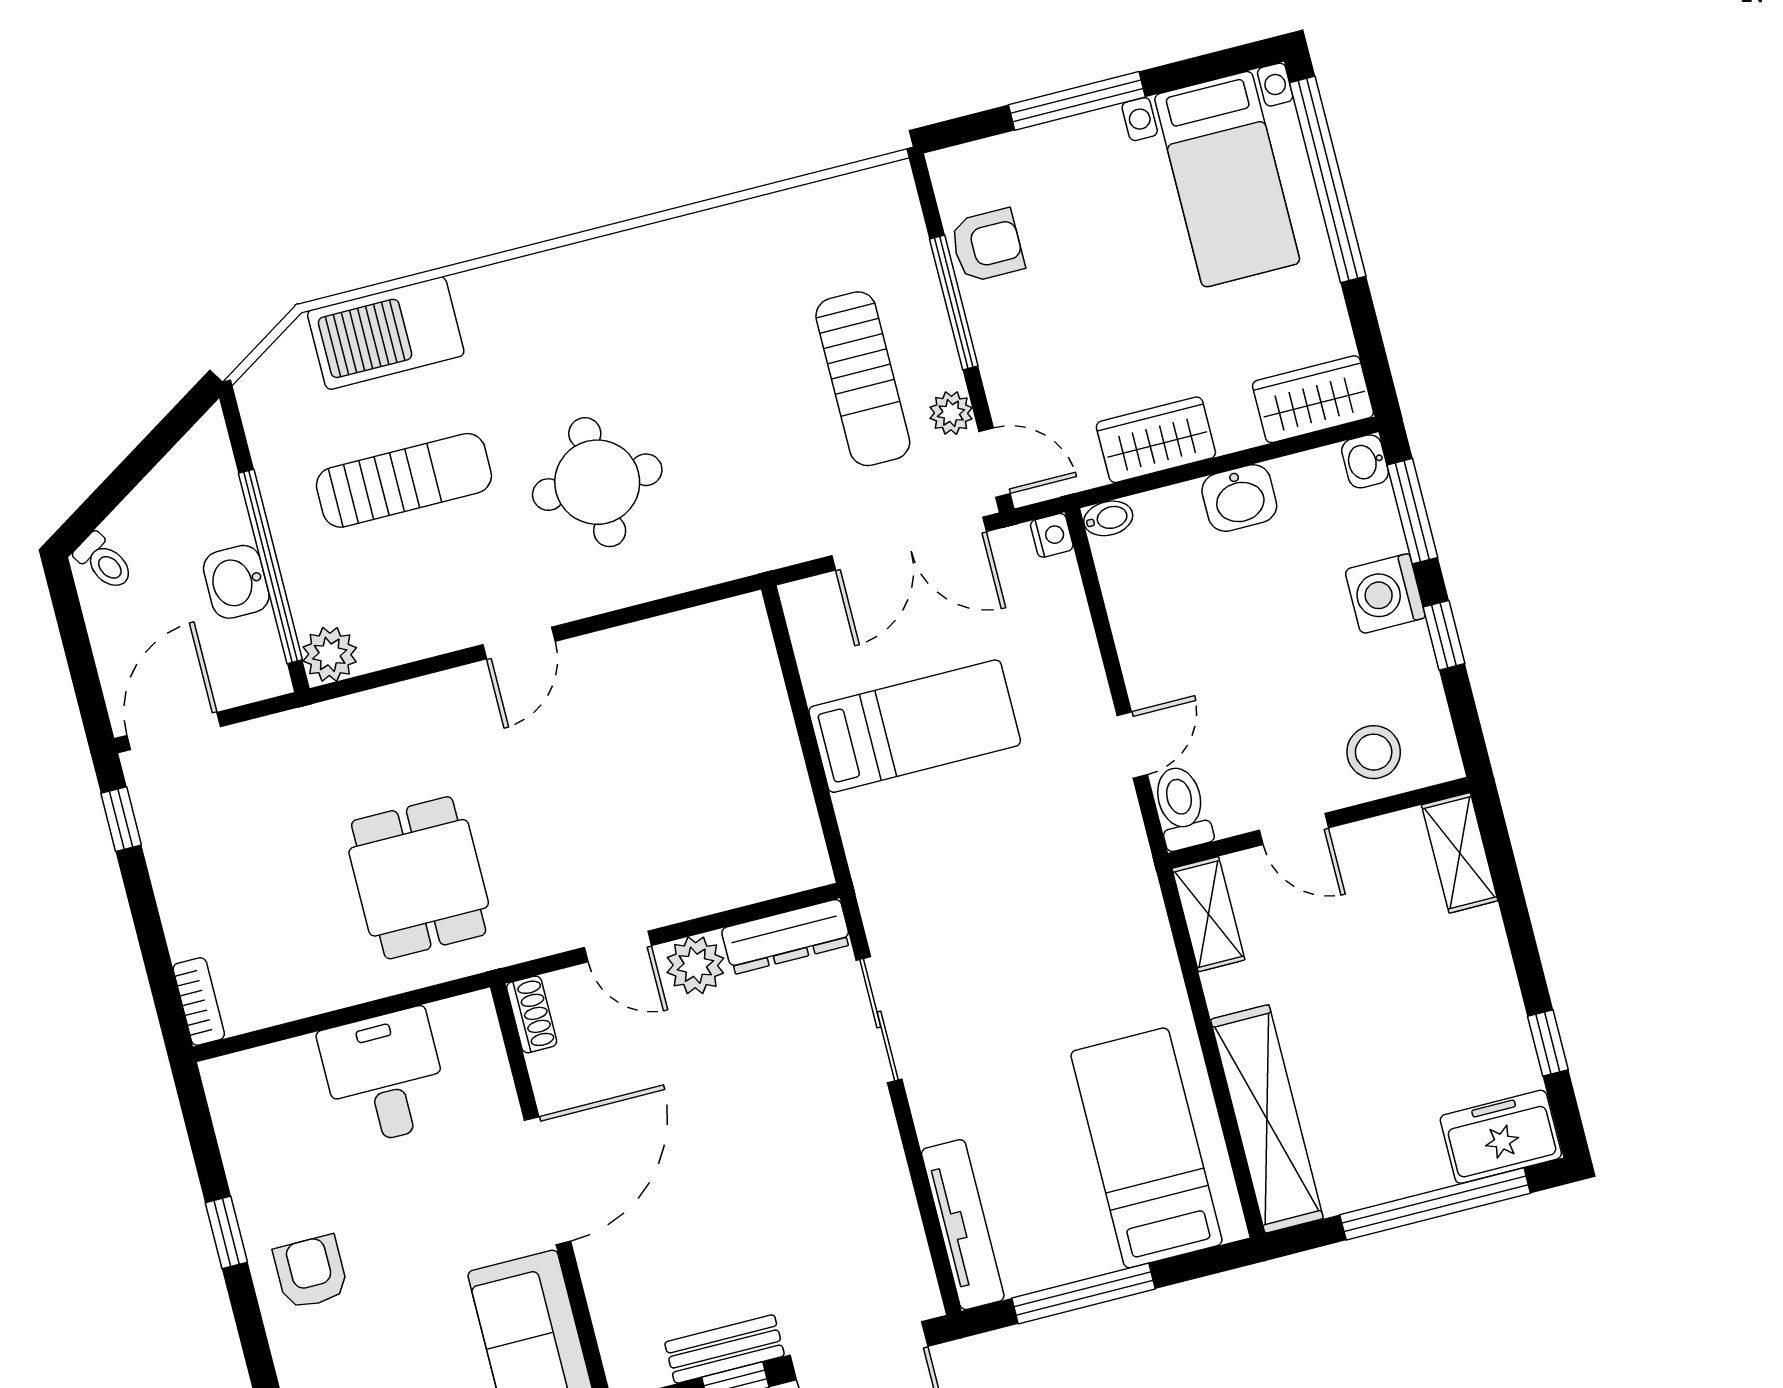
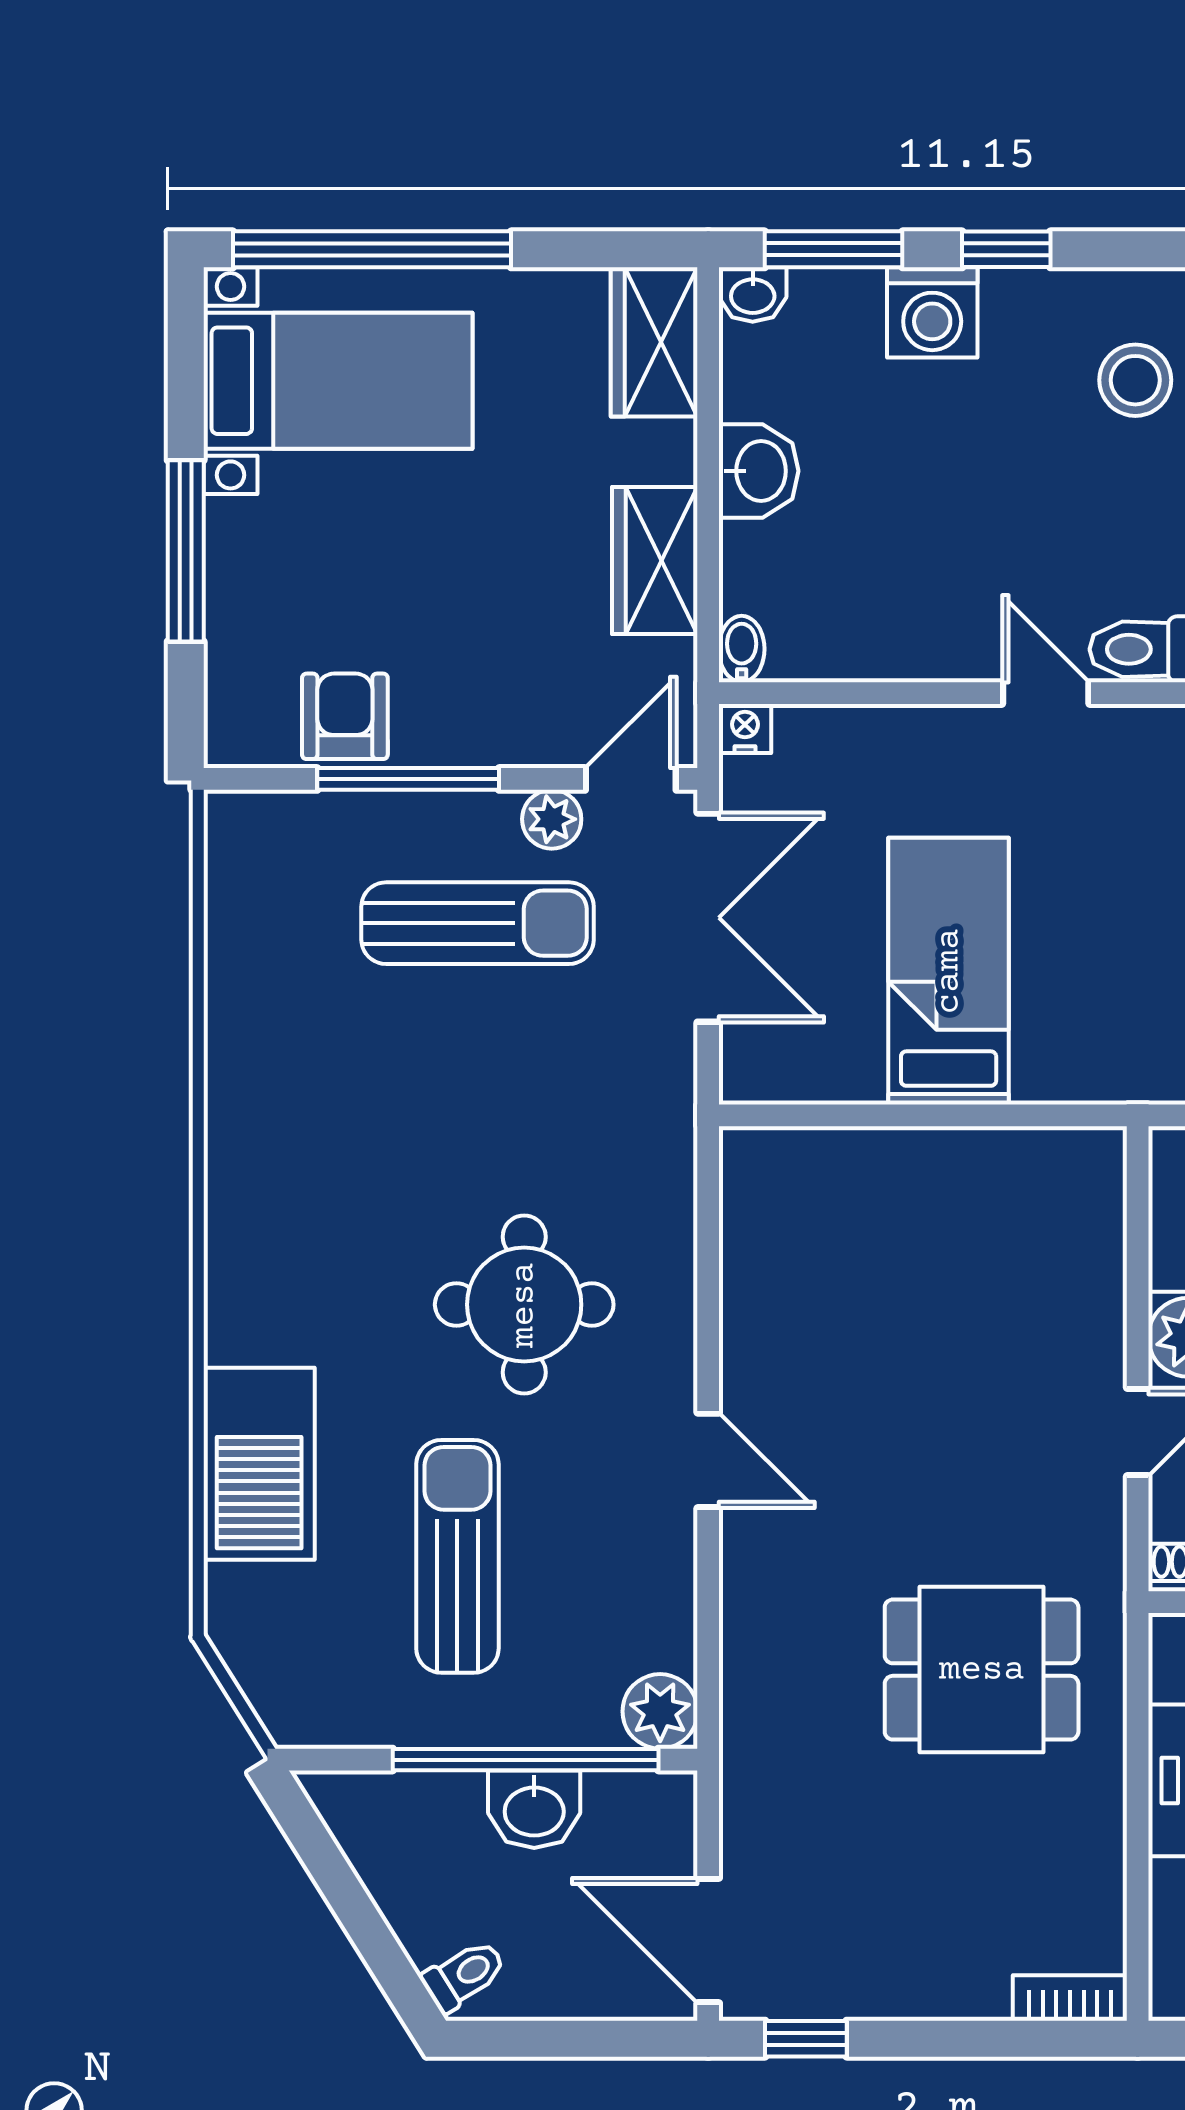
barbecue: (386, 333) -> (259, 1464), moved

